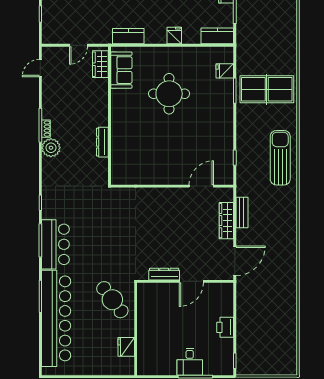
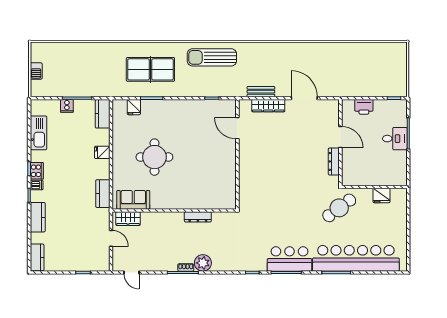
table tennis table: (267, 89) -> (150, 69), turned 90
dresser: (164, 274) -> (334, 161), moved
wall: (185, 281) -> (340, 143), moved
door: (191, 281) -> (340, 137), moved

